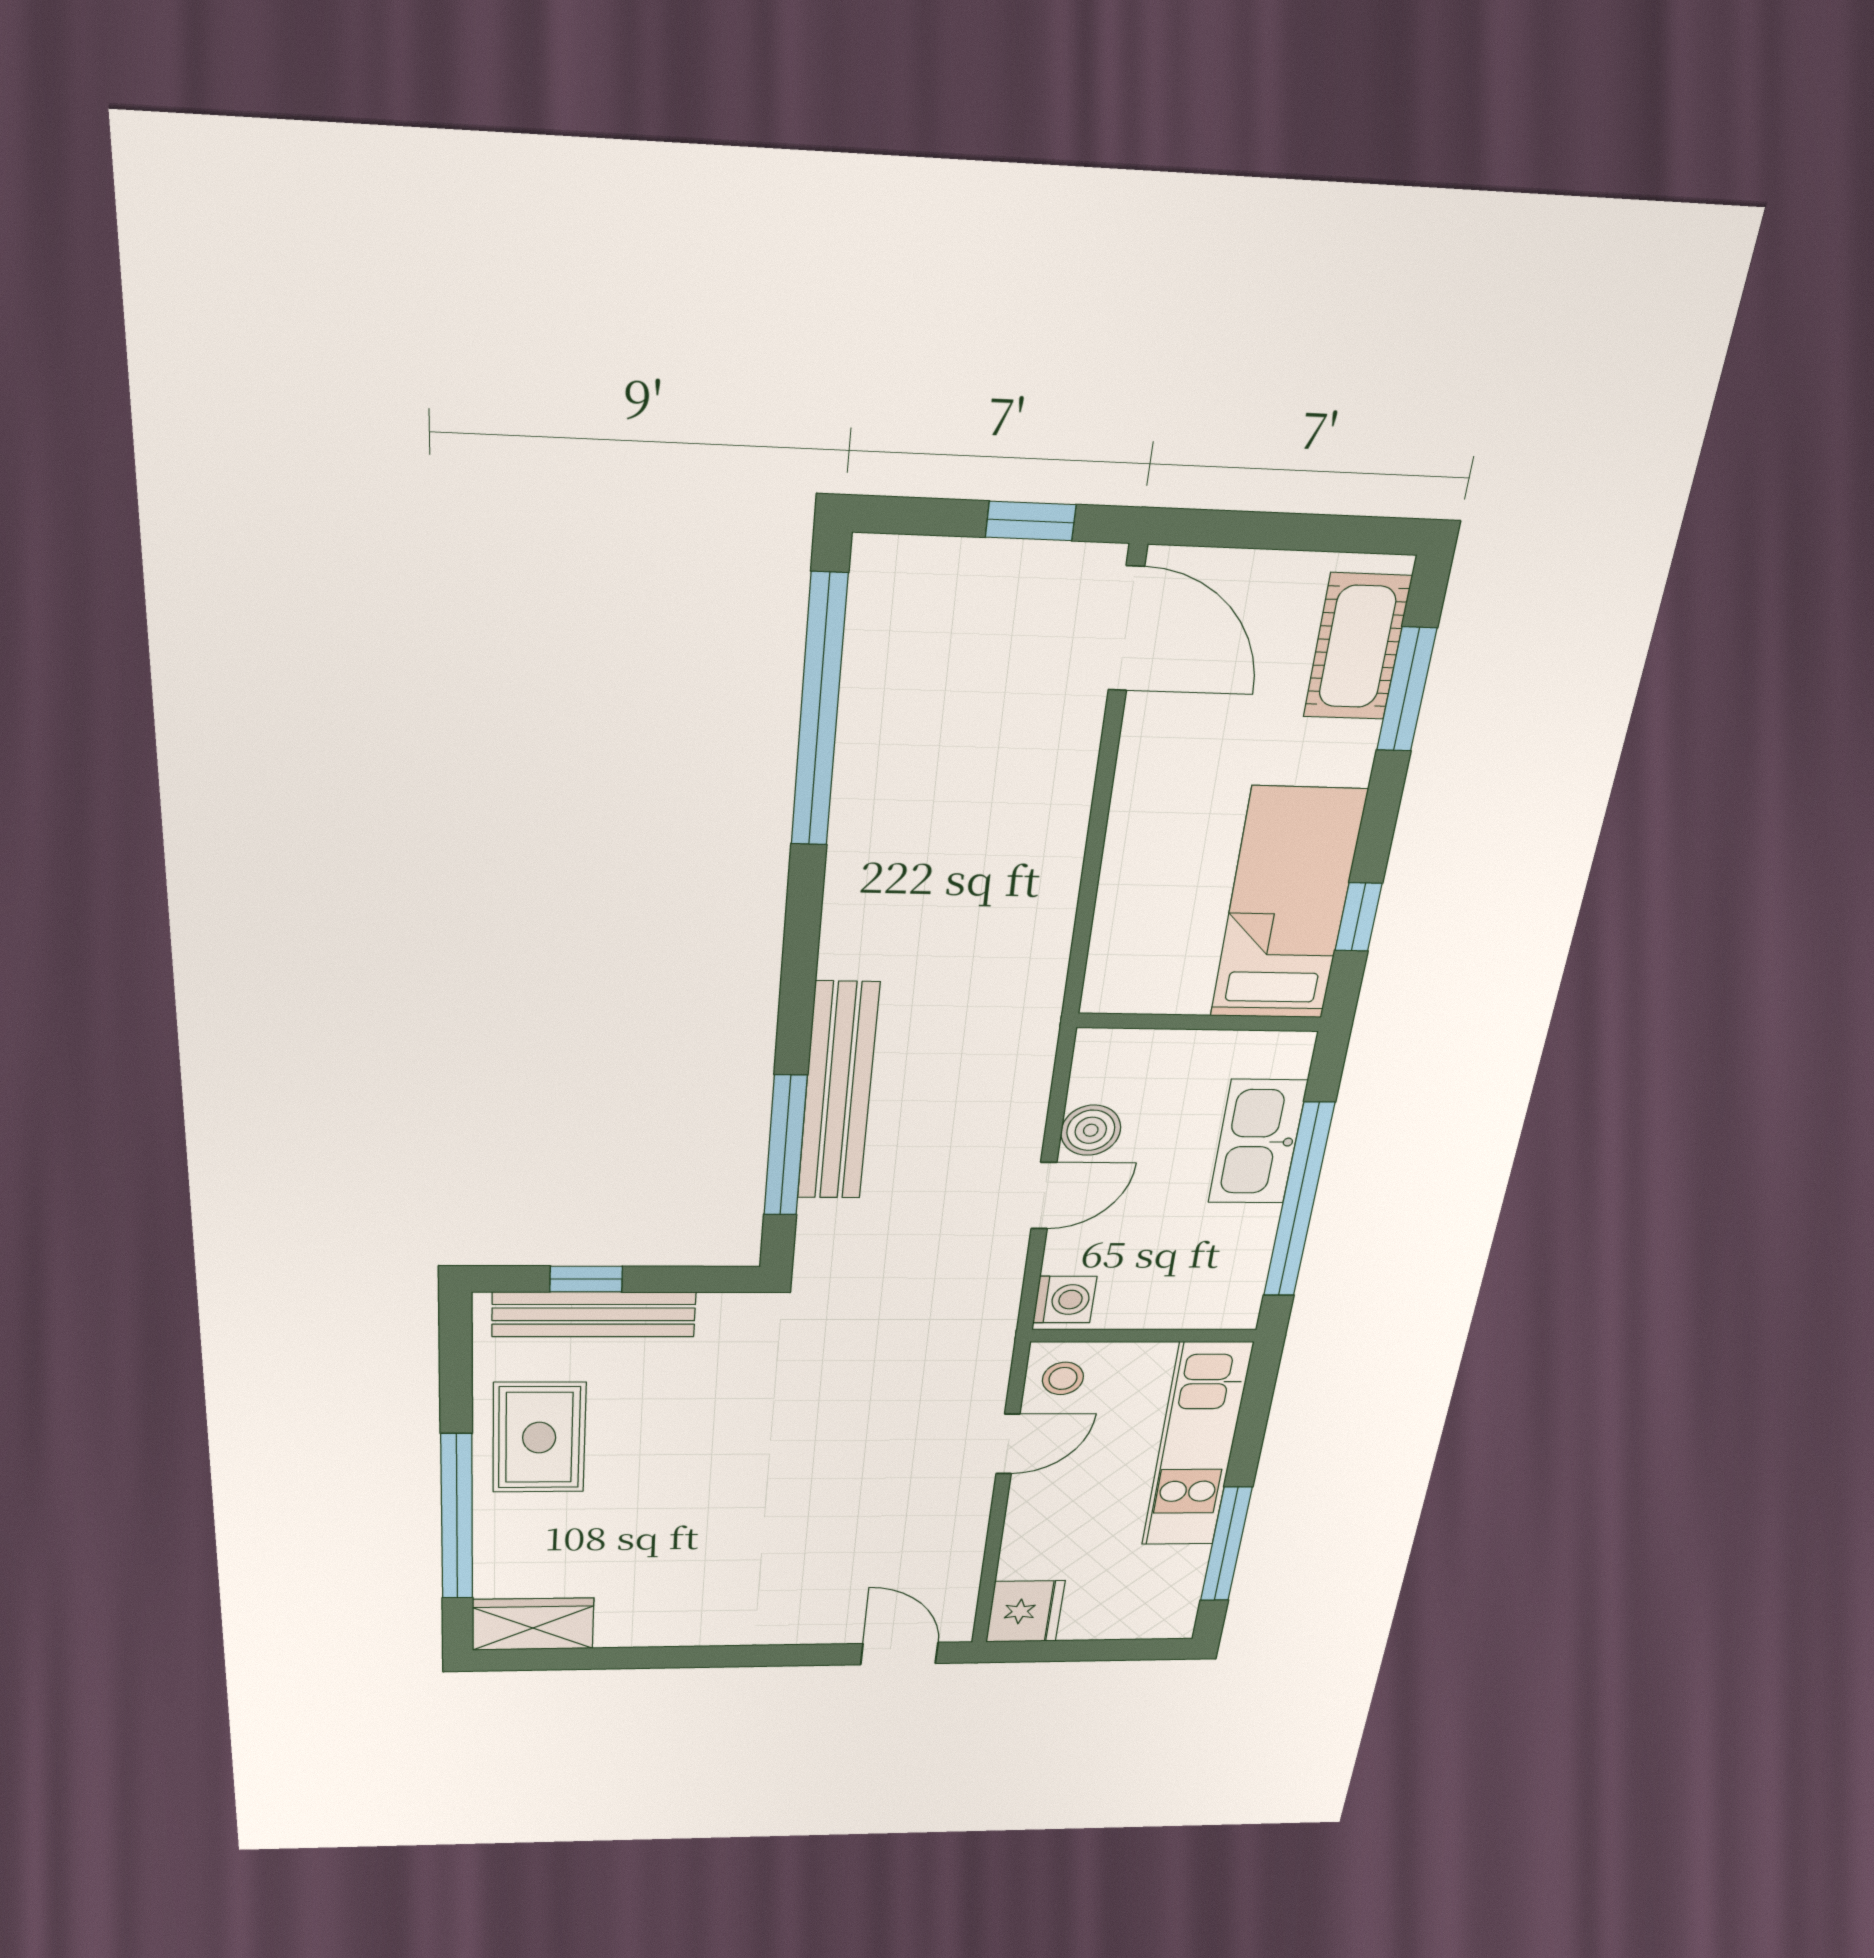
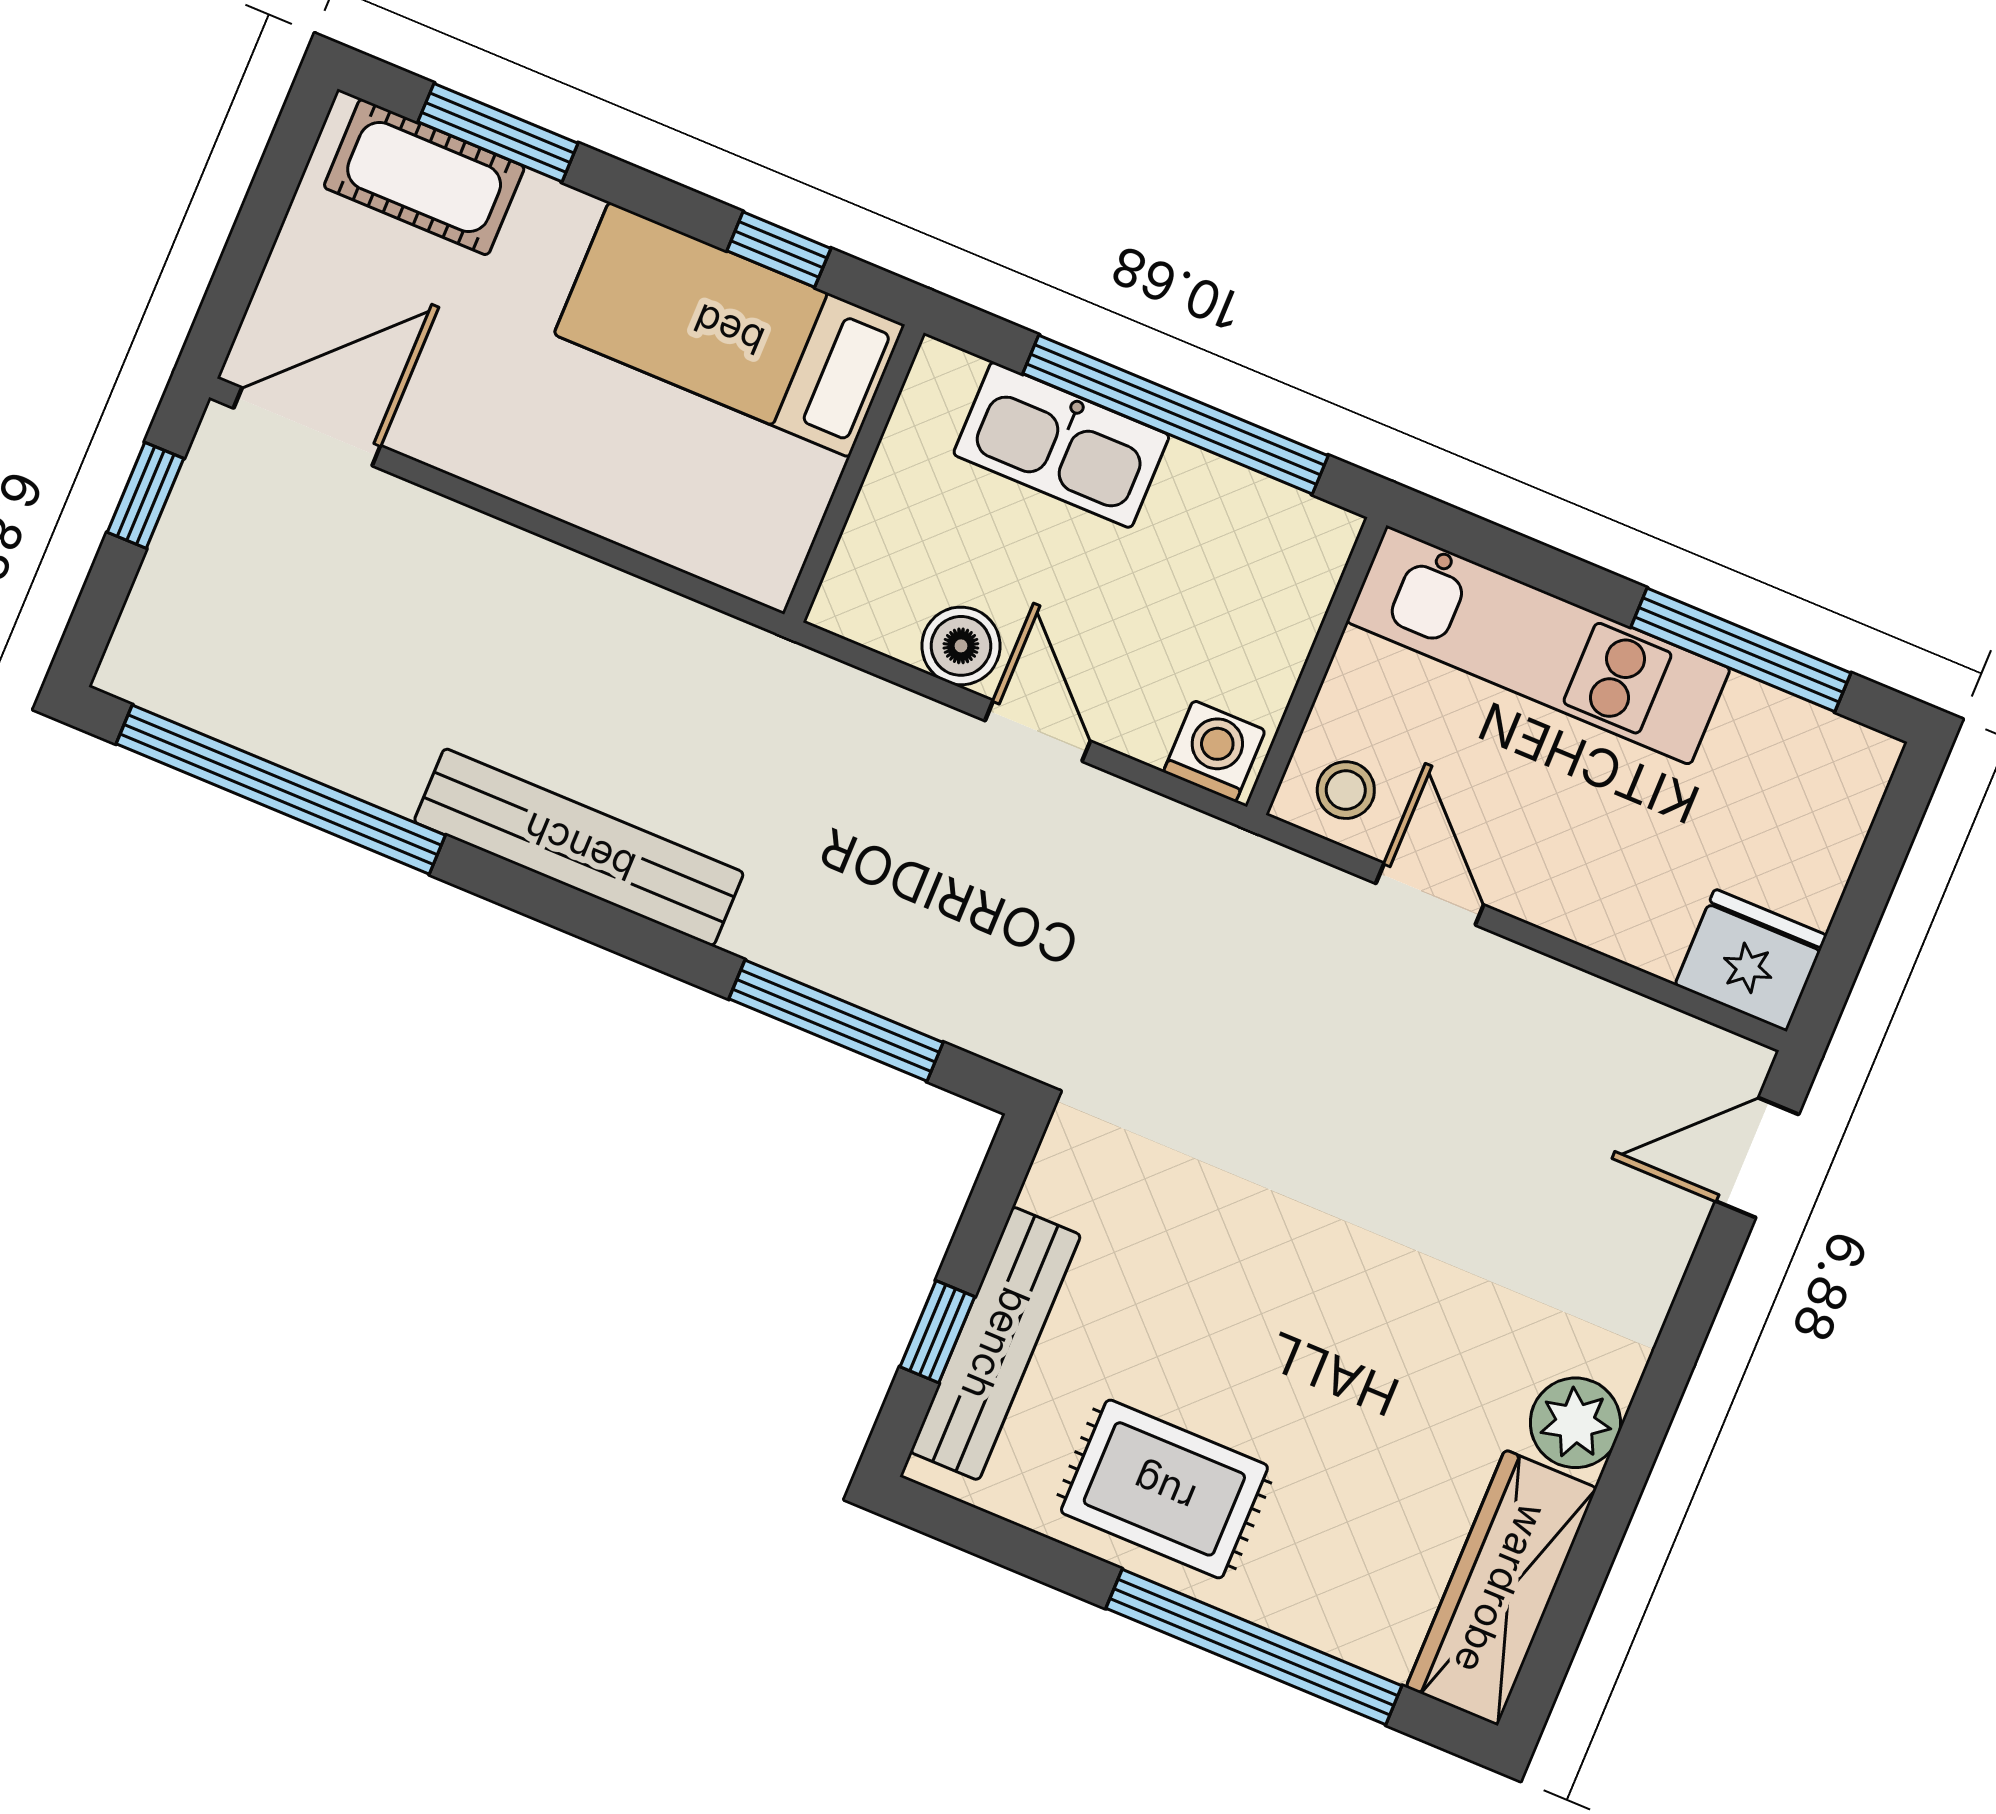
bench: (838, 1092) -> (579, 847), moved
wardrobe: (533, 1624) -> (1501, 1588), width x1.50
plant: (688, 1624) -> (1575, 1423), added

